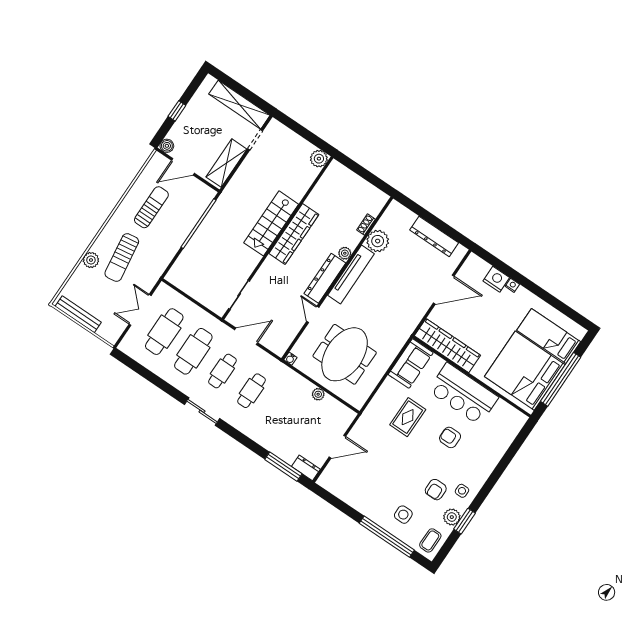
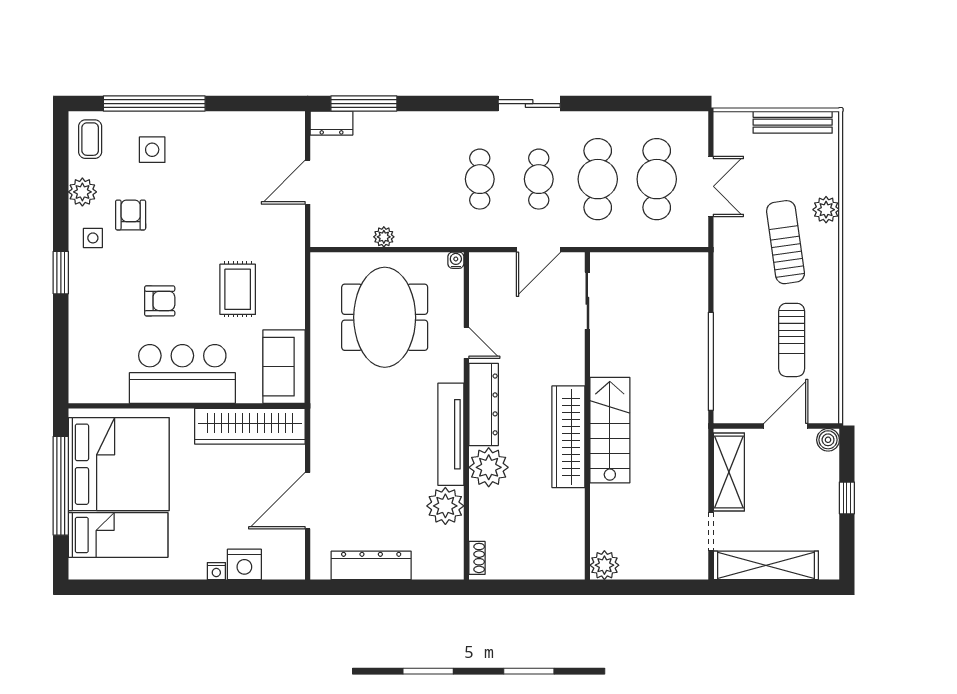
shoe rack: (366, 225) -> (477, 558), moved
plant: (345, 253) -> (489, 467), width x1.88, depth x1.88
window: (465, 521) -> (61, 273), moved

